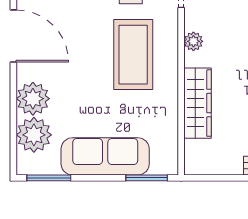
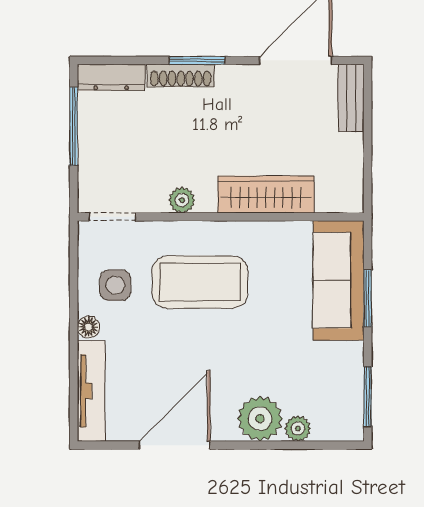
plant: (34, 135) -> (298, 428), width x0.53, depth x0.53
sofa: (105, 156) -> (338, 280), moved
window: (147, 178) -> (368, 298), moved

